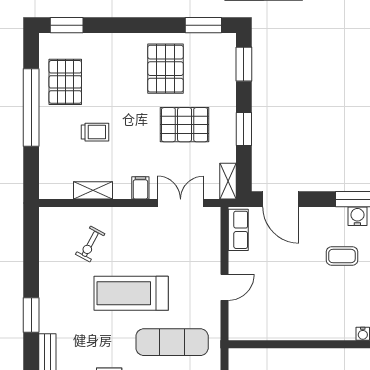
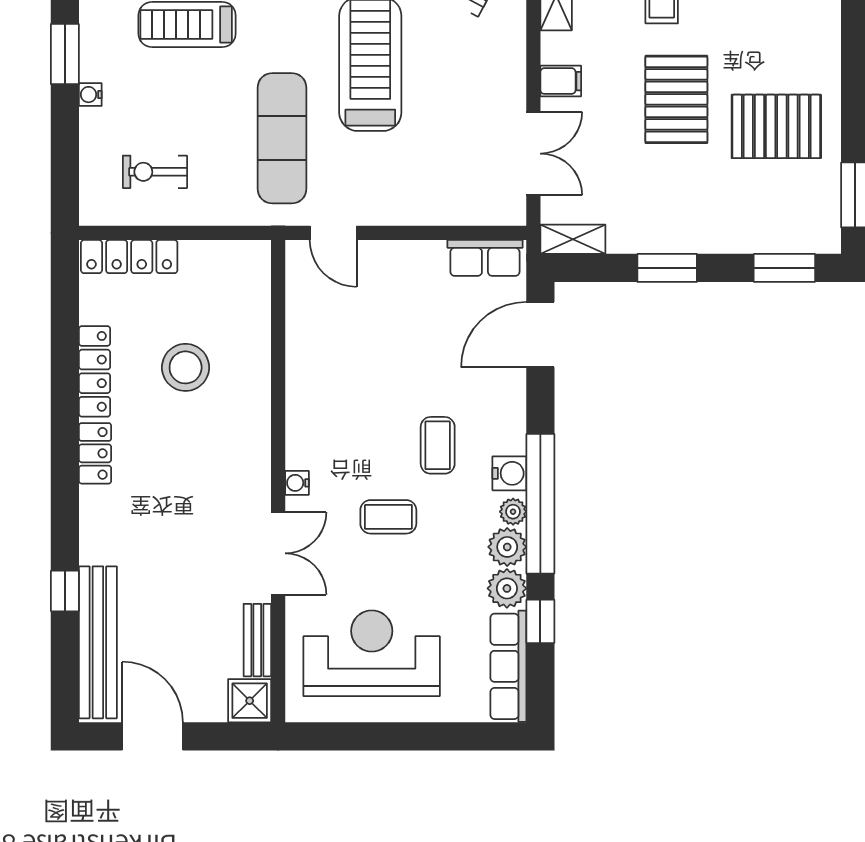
pallet: (185, 125) -> (676, 99), moved
door: (224, 287) -> (333, 233), moved

